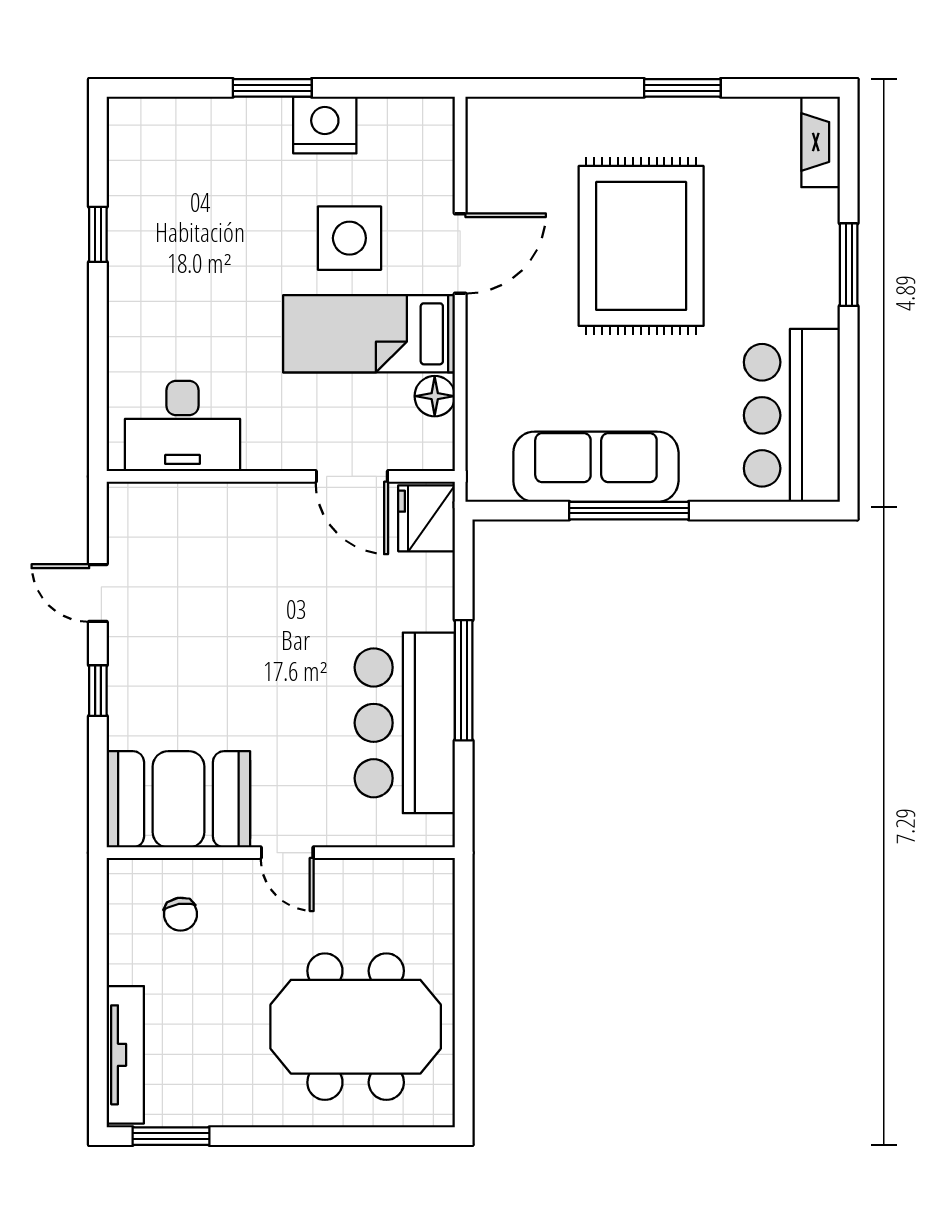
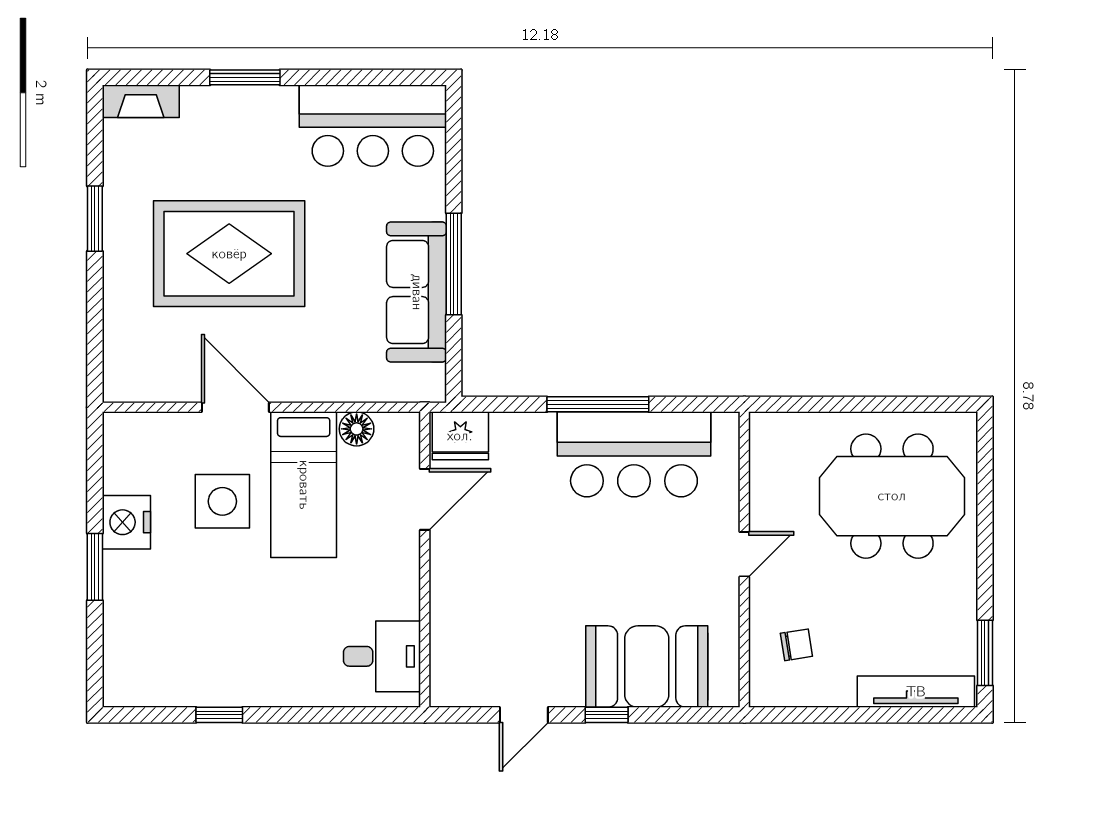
desk: (183, 426) -> (382, 656), width x0.73
booth: (178, 799) -> (647, 667), moved, turned 90
meeting table: (356, 1027) -> (892, 496), turned 90

